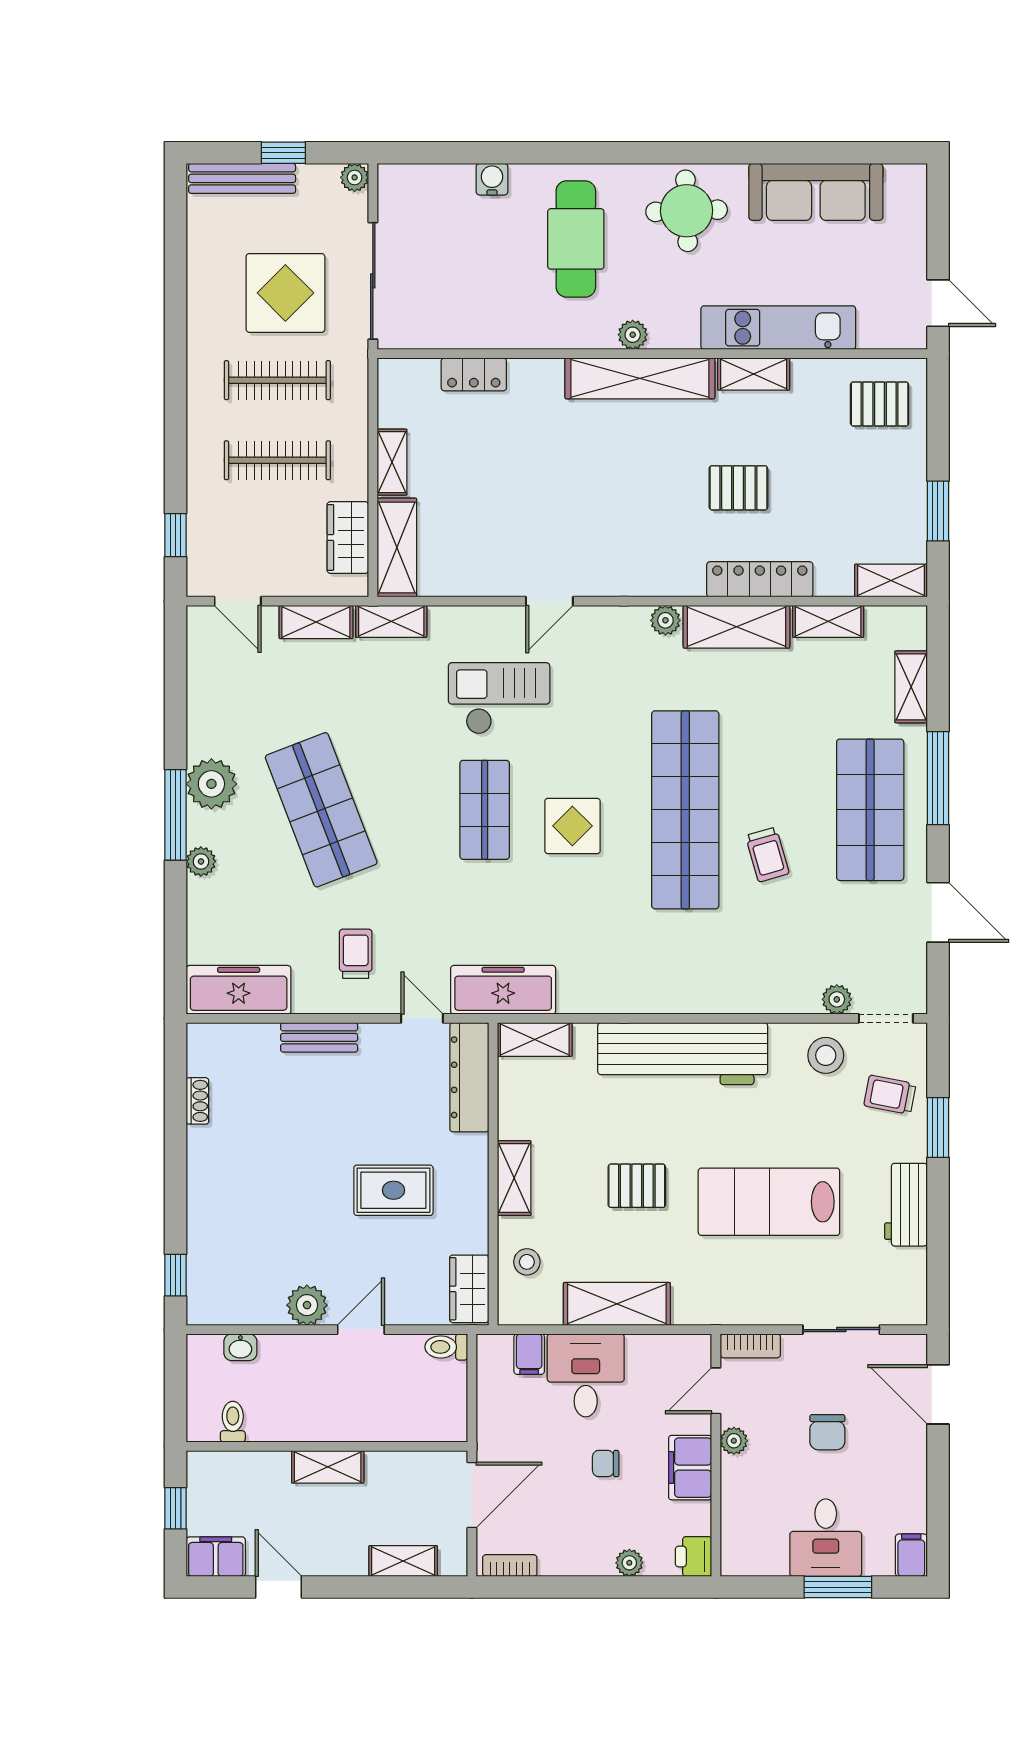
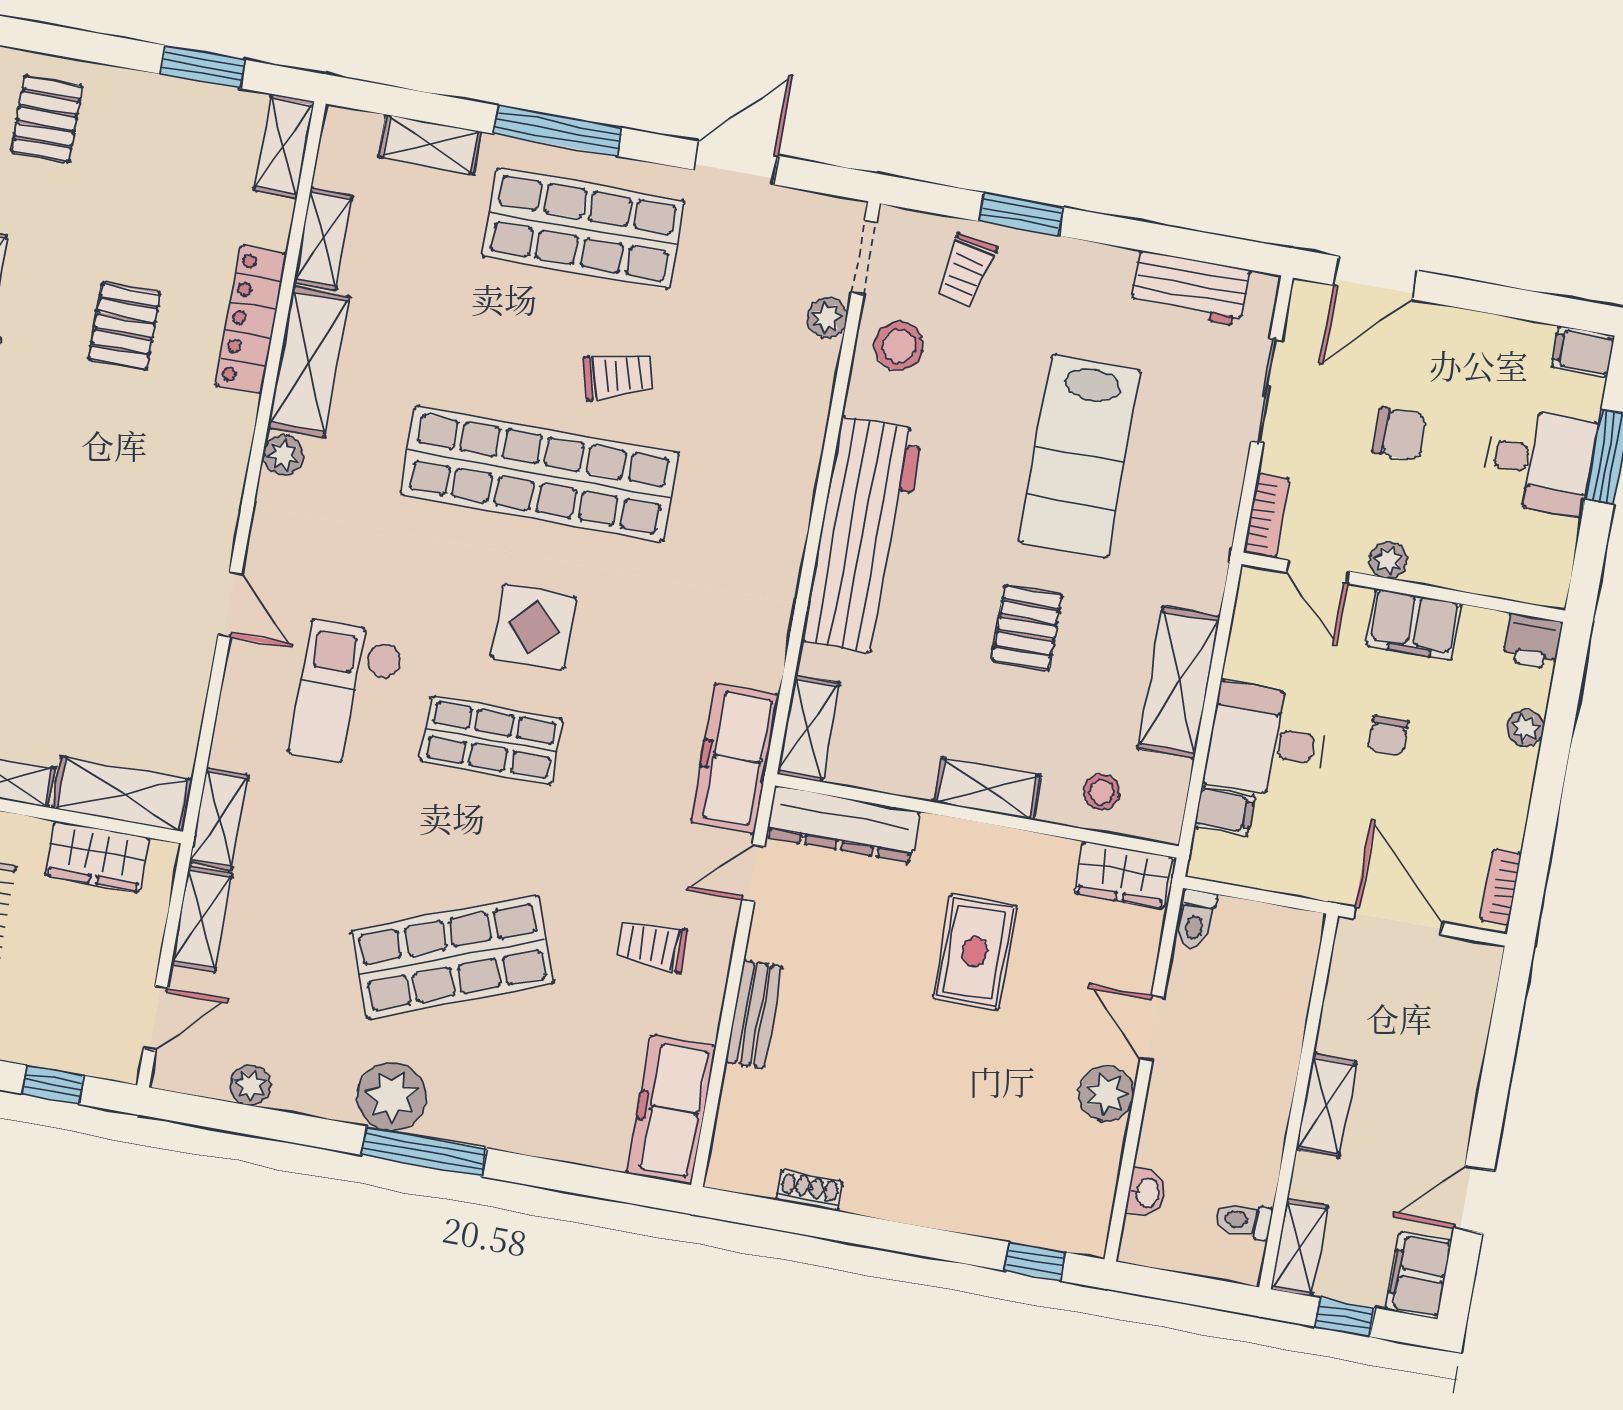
plant: (201, 861) -> (250, 1085), moved
workbench: (906, 1205) -> (1190, 288), moved
shelving: (403, 1561) -> (1299, 1248), moved

